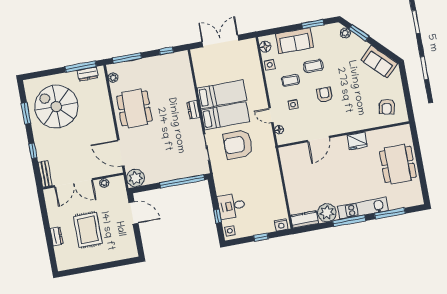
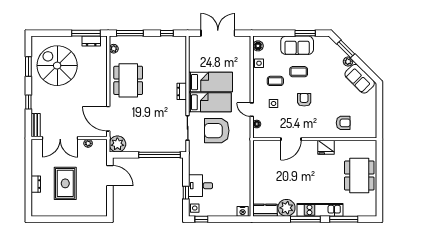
plant: (345, 33) -> (348, 62), moved
sofa: (295, 41) -> (297, 45), moved
armchair: (387, 107) -> (343, 123), moved, turned -102
window: (261, 237) -> (201, 219), moved

